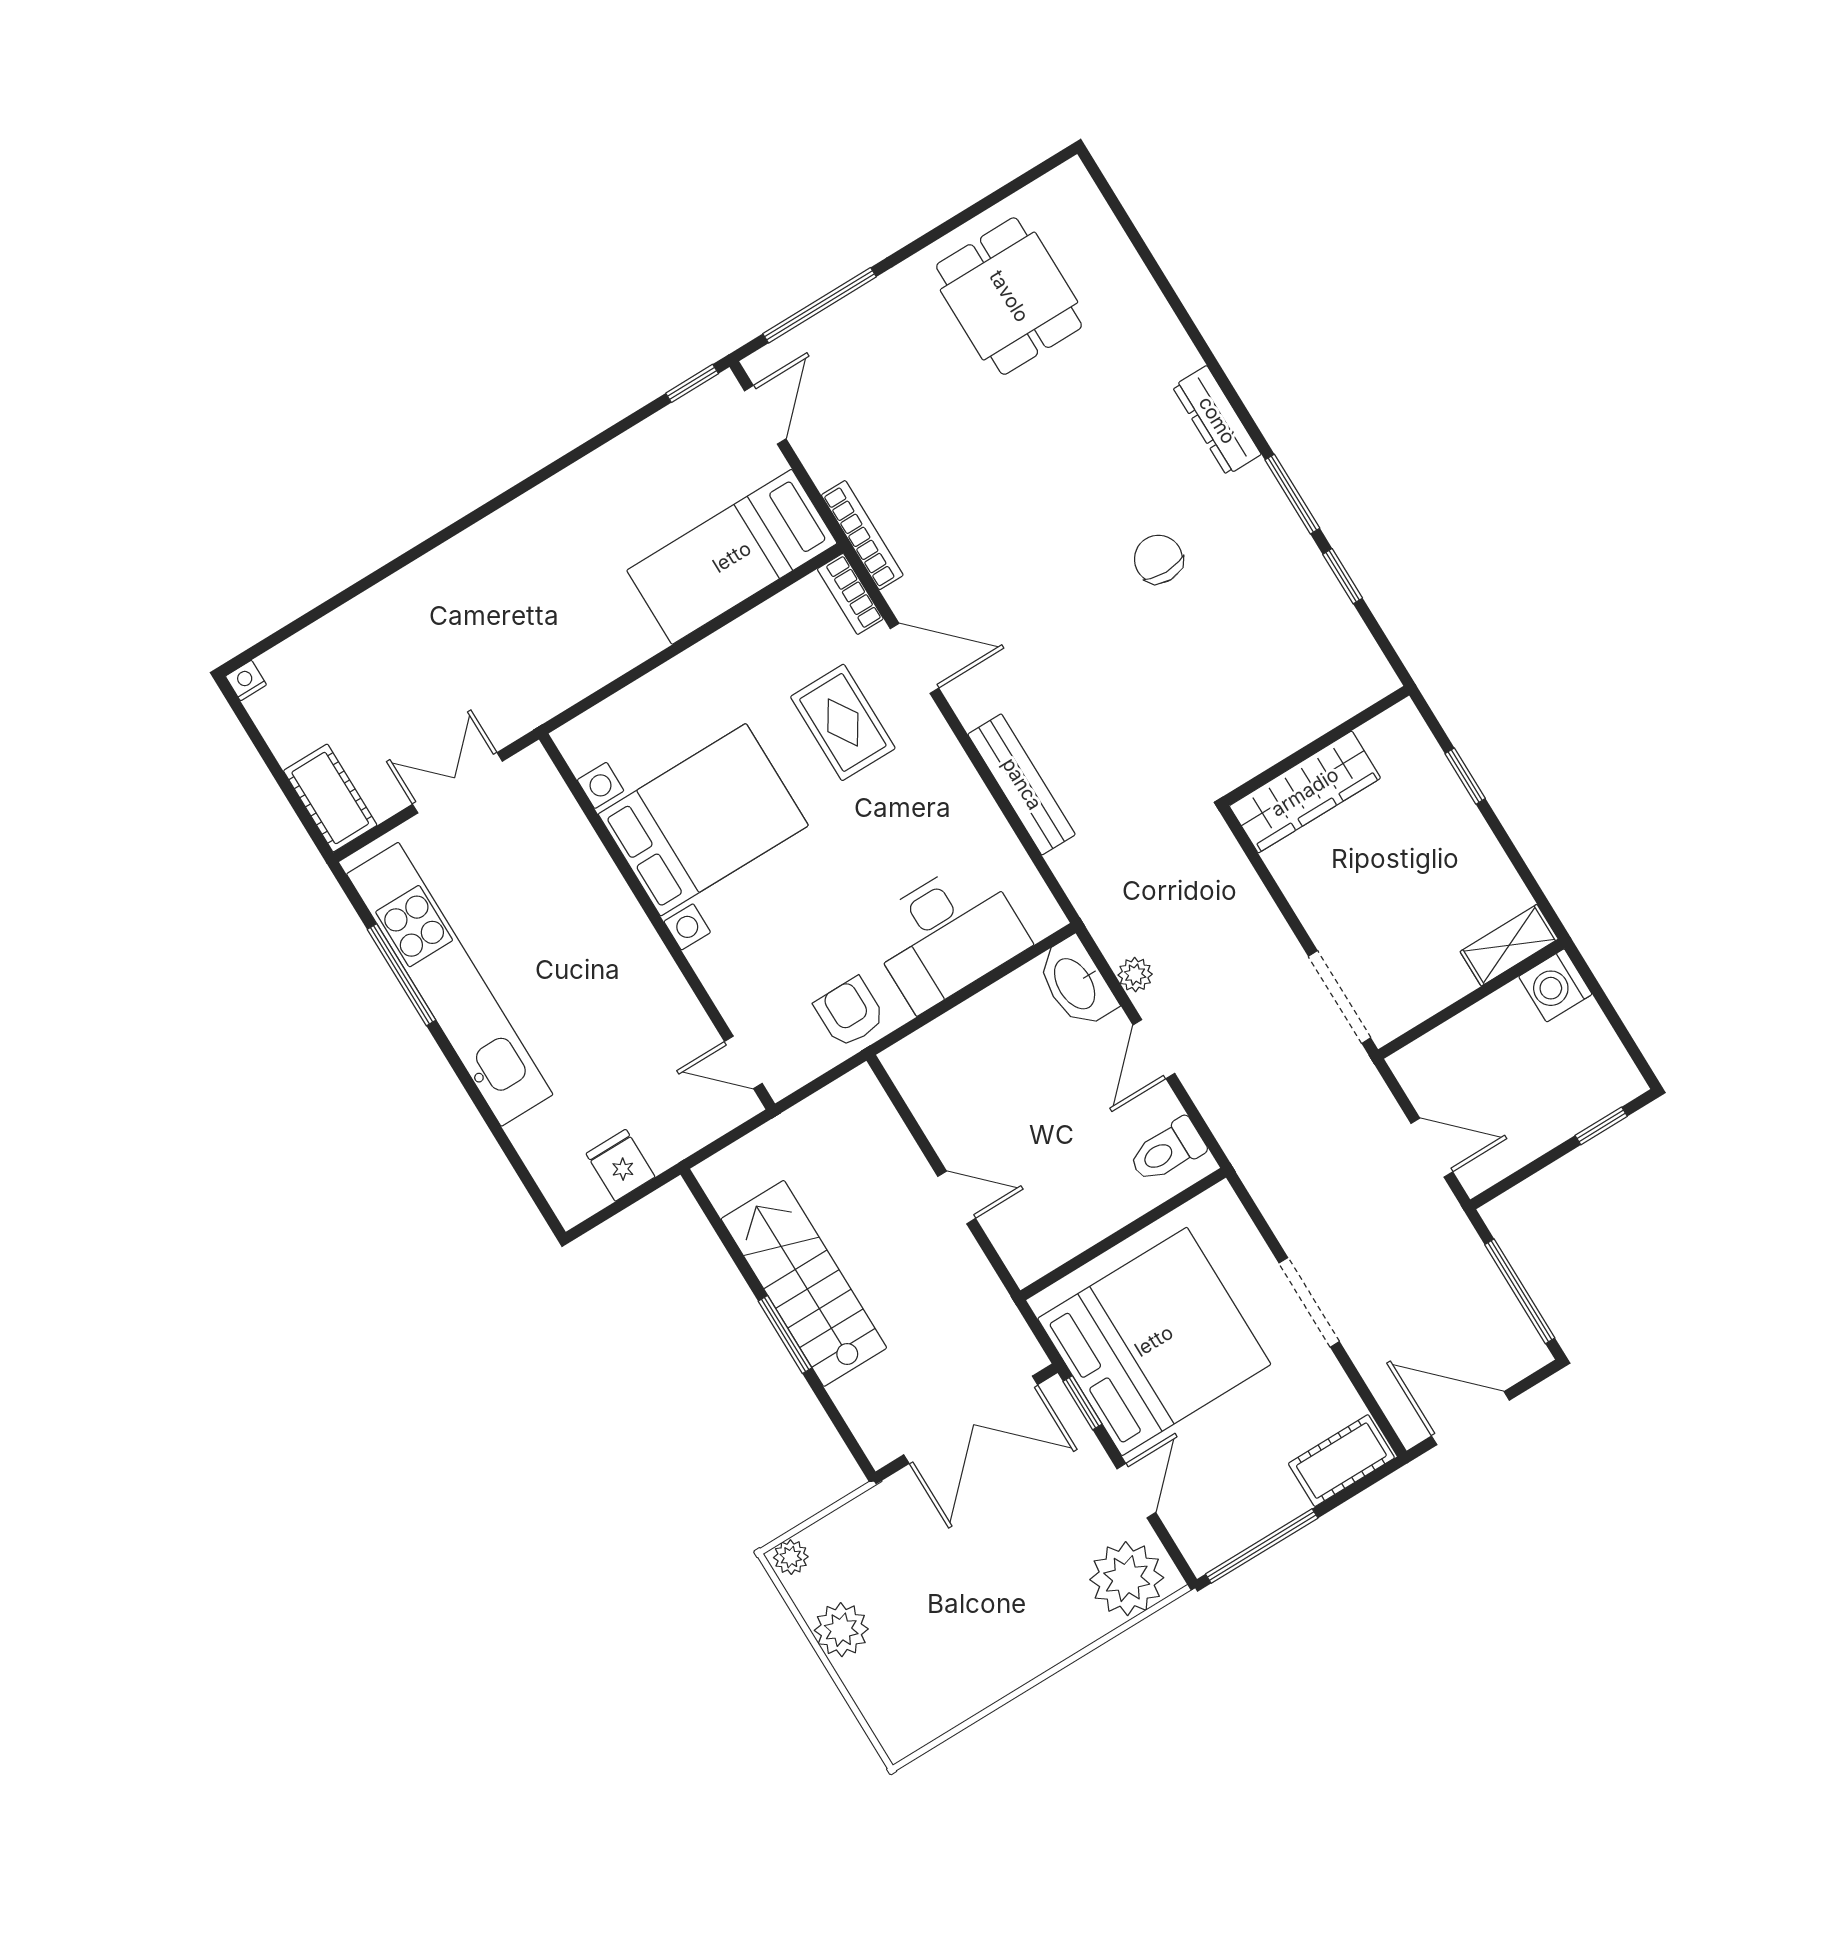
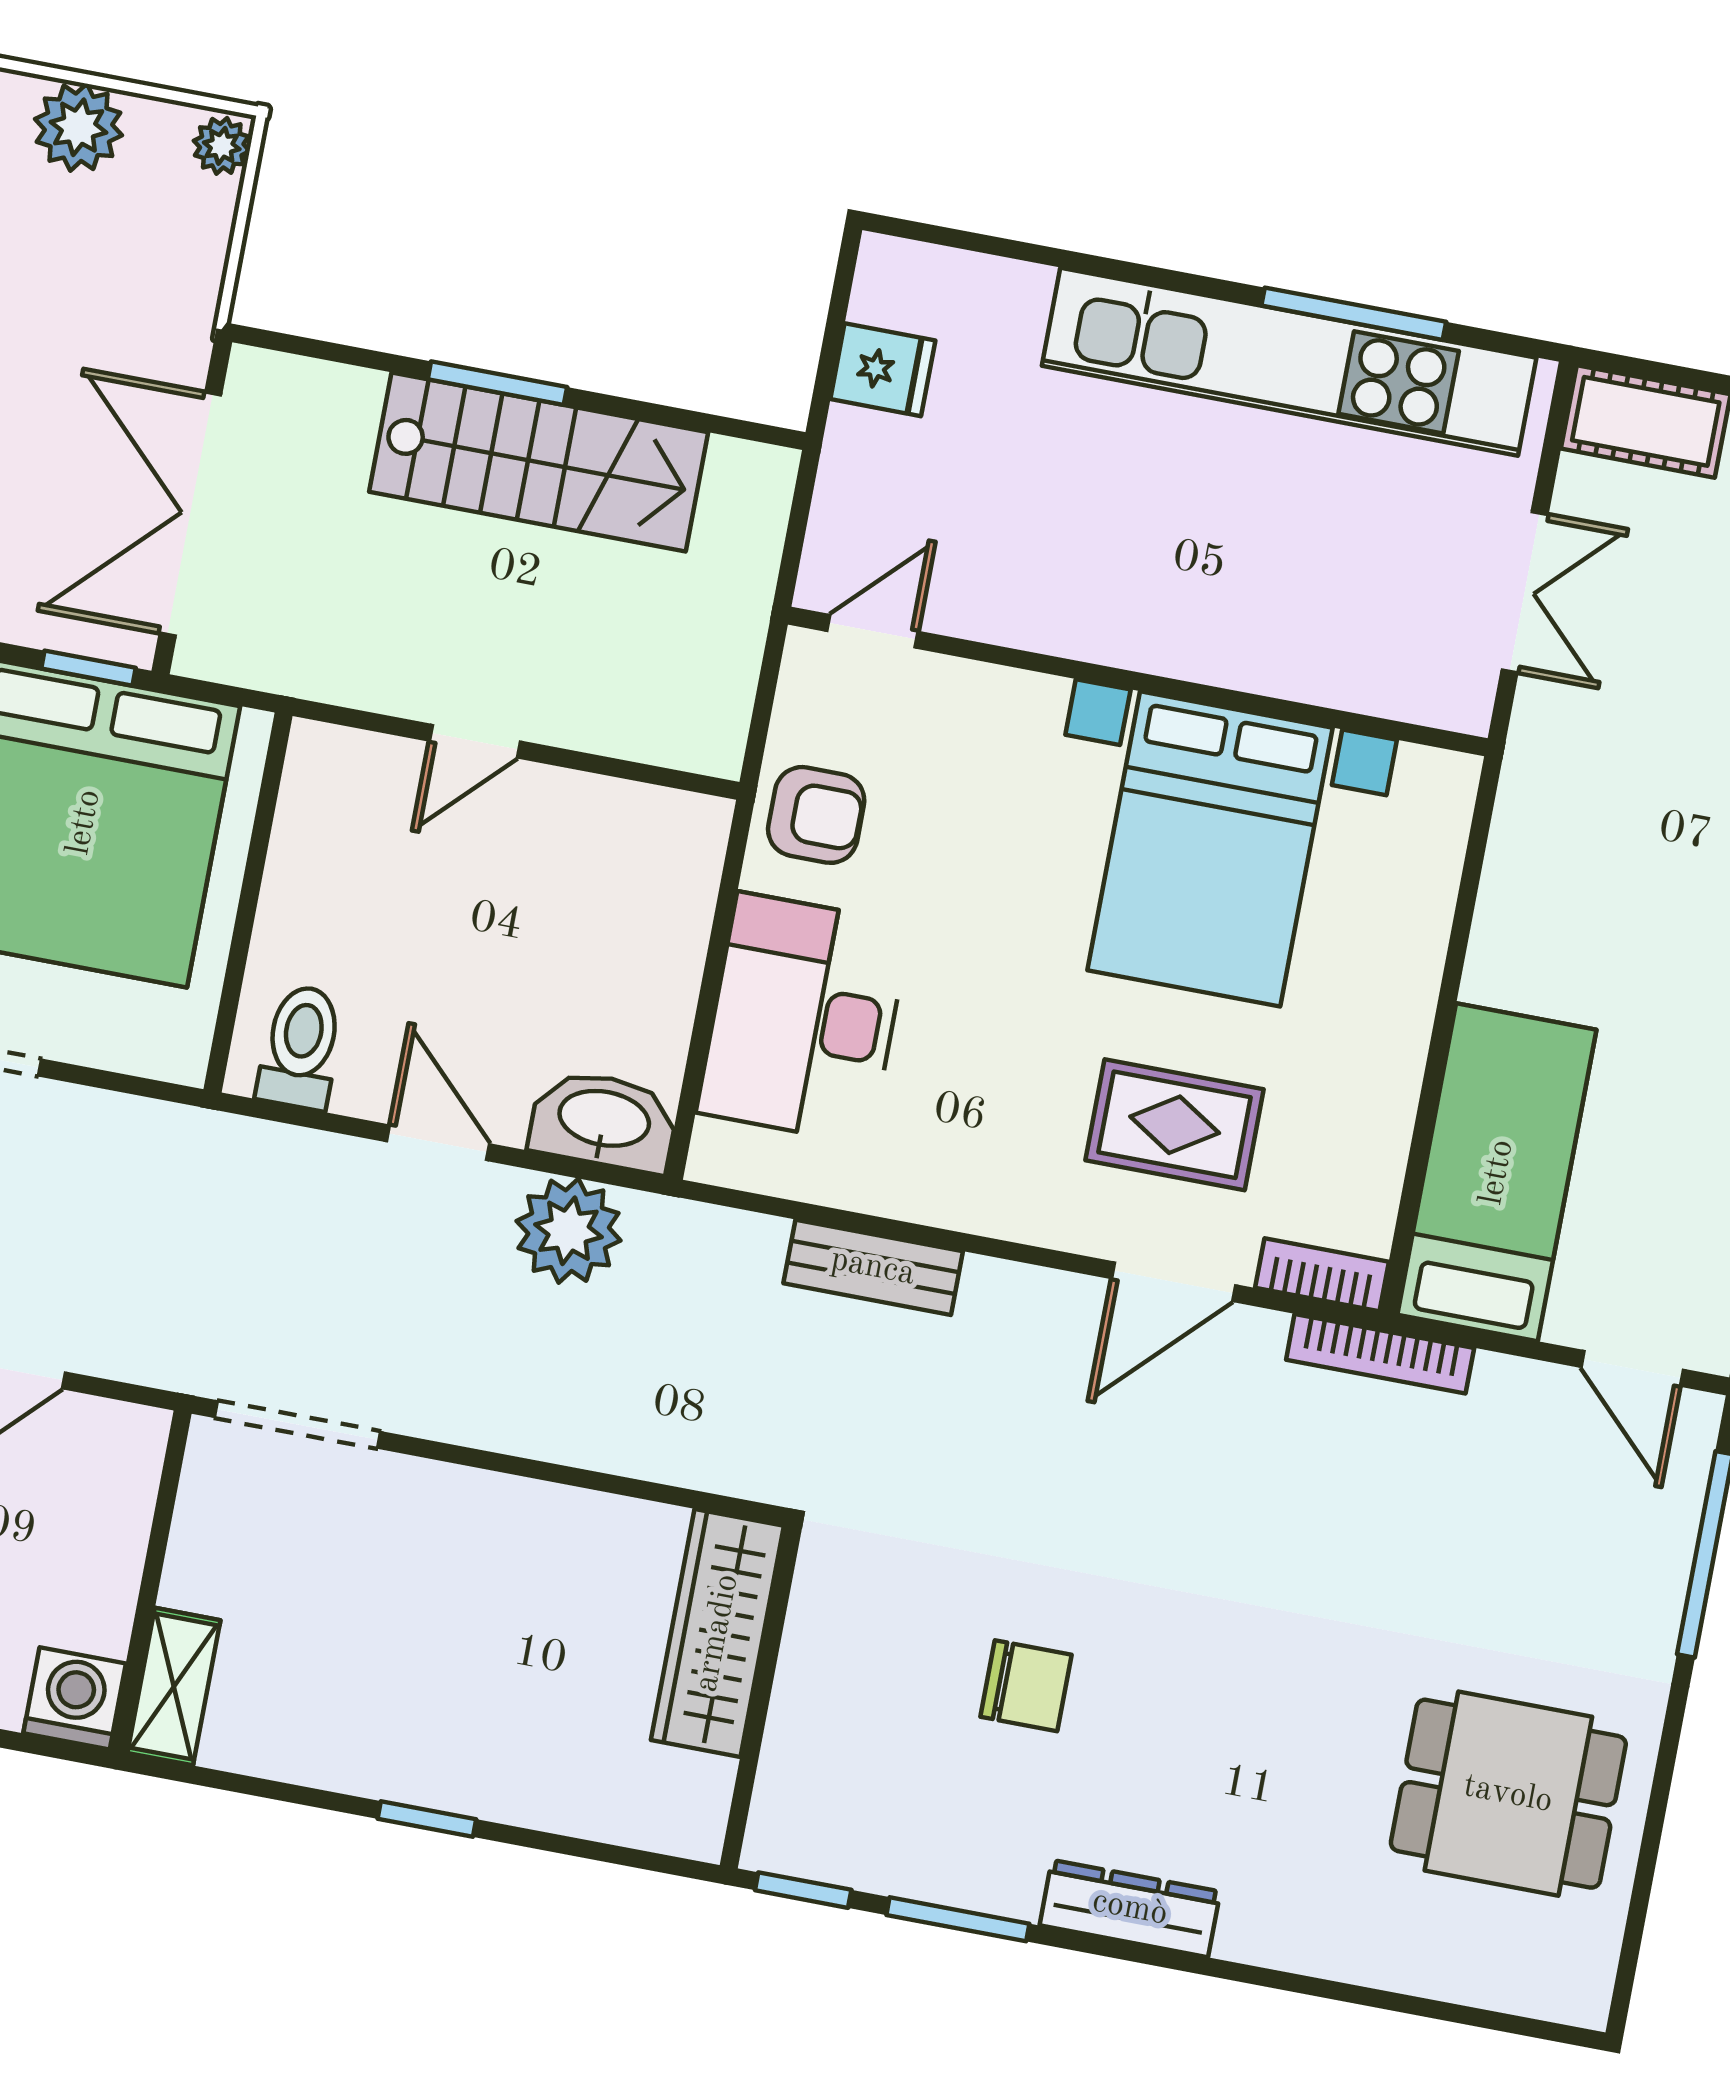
wall: (1316, 746) -> (761, 1697), moved
bench: (1022, 784) -> (873, 1267), width x0.73
wardrobe: (1305, 792) -> (717, 1633), moved
plant: (1135, 975) -> (569, 1231), width x1.88, depth x1.88

